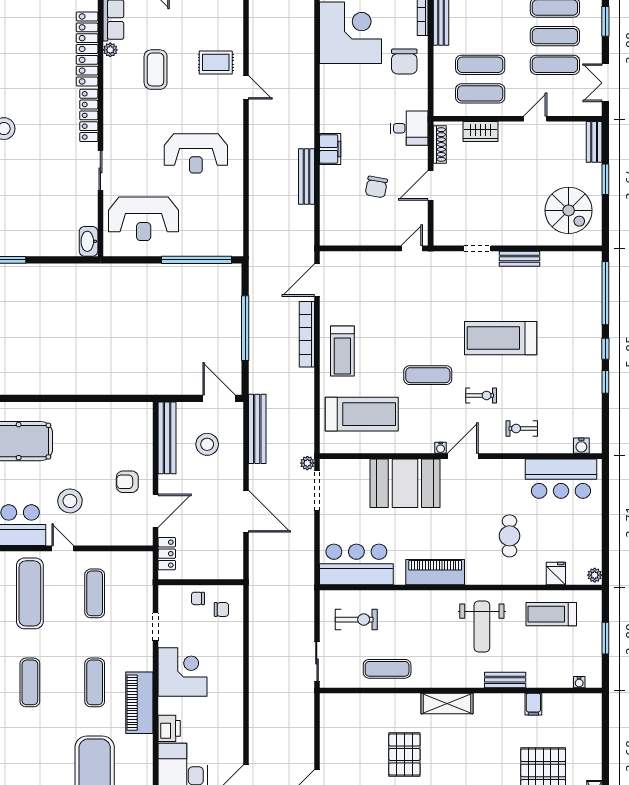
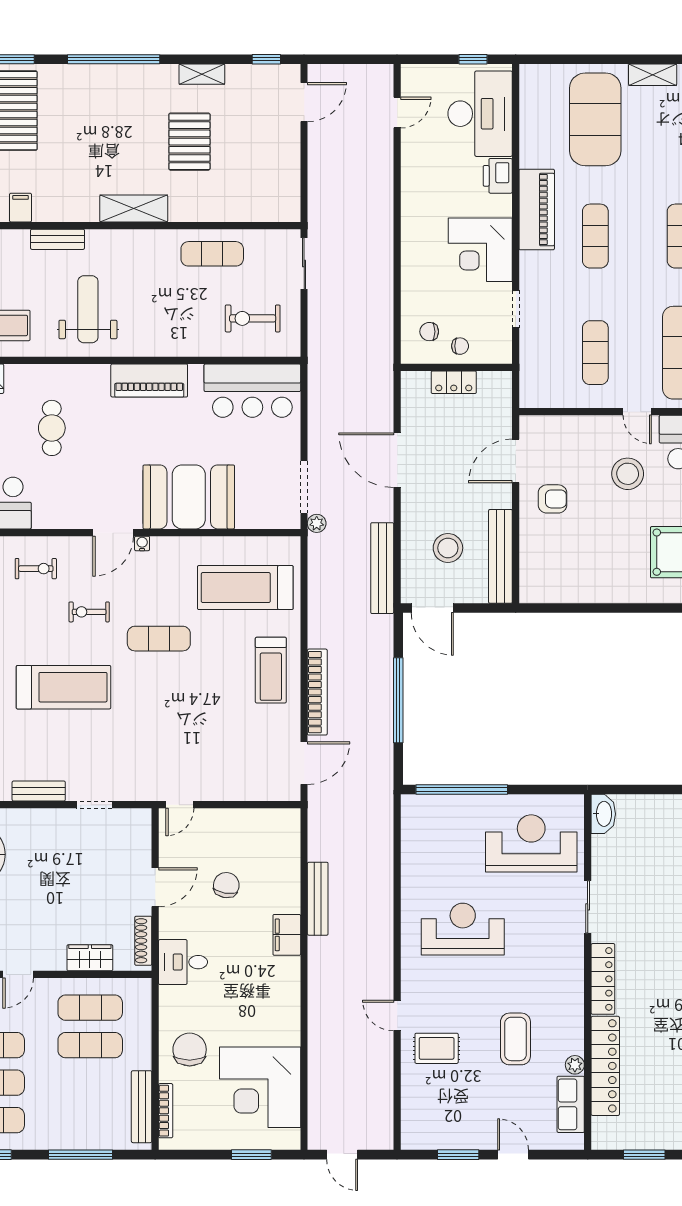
treadmill: (342, 351) -> (271, 670), turned 180
locker: (167, 554) -> (454, 382), moved, turned -90

